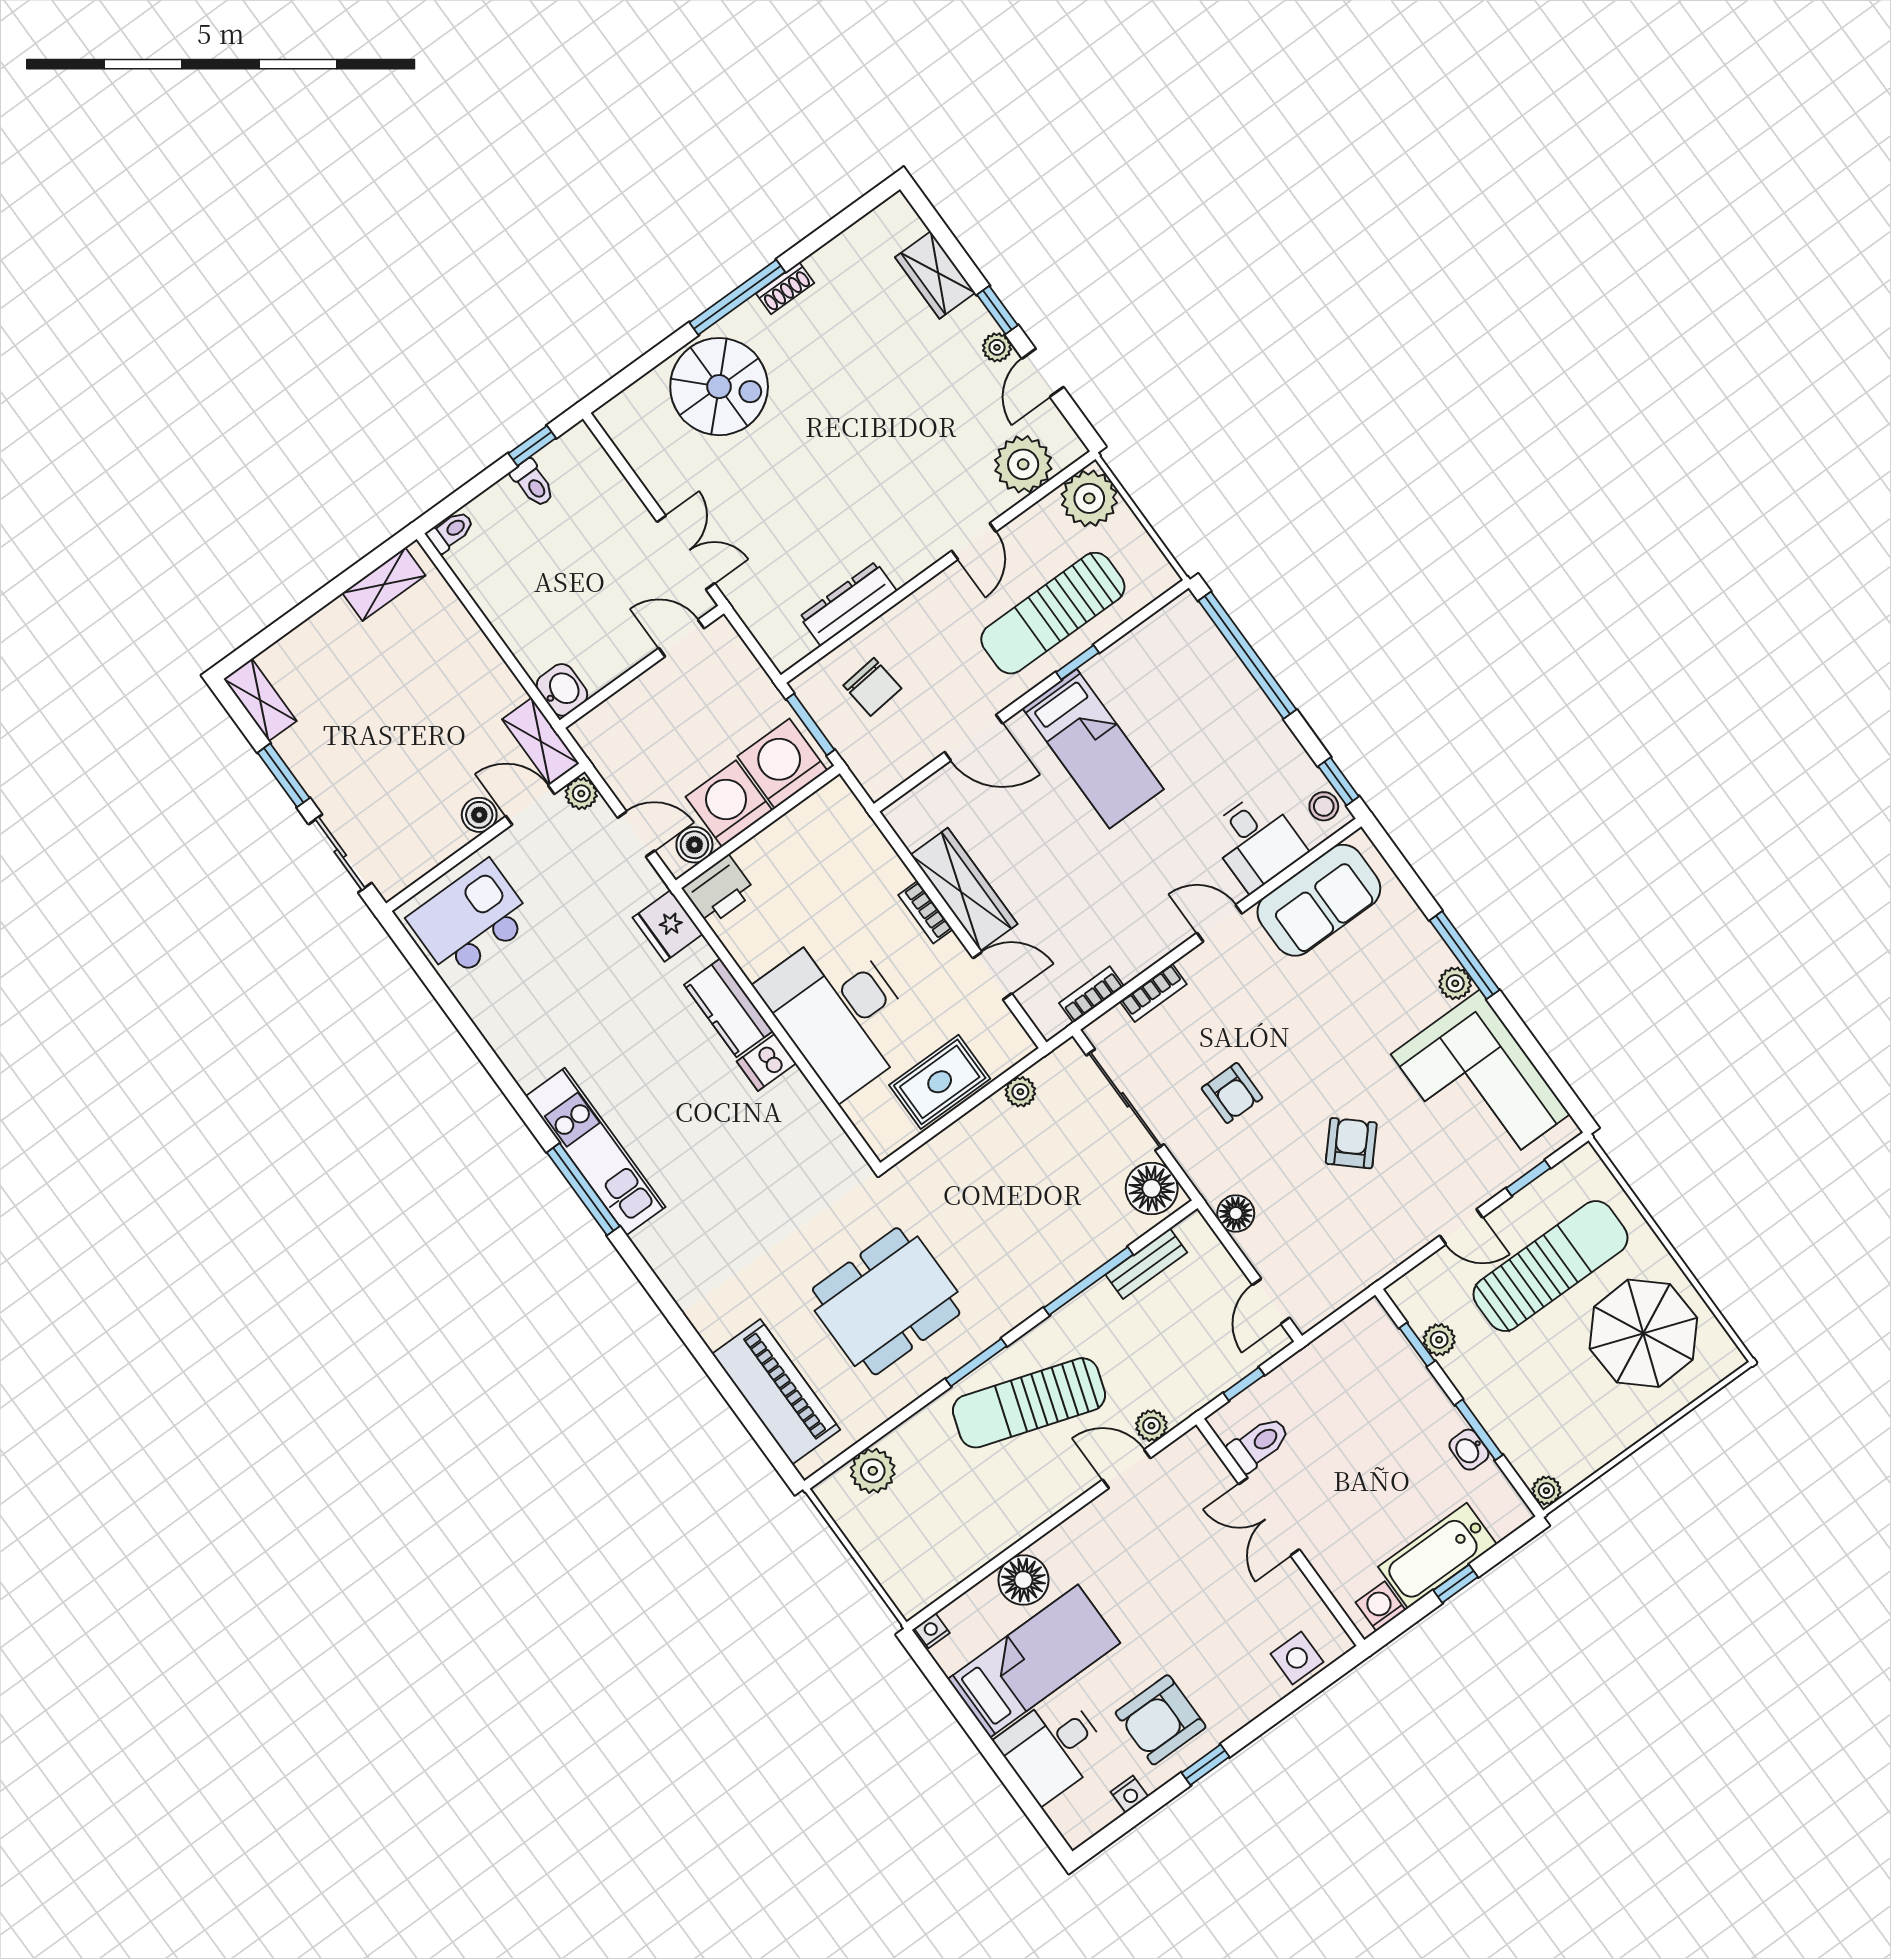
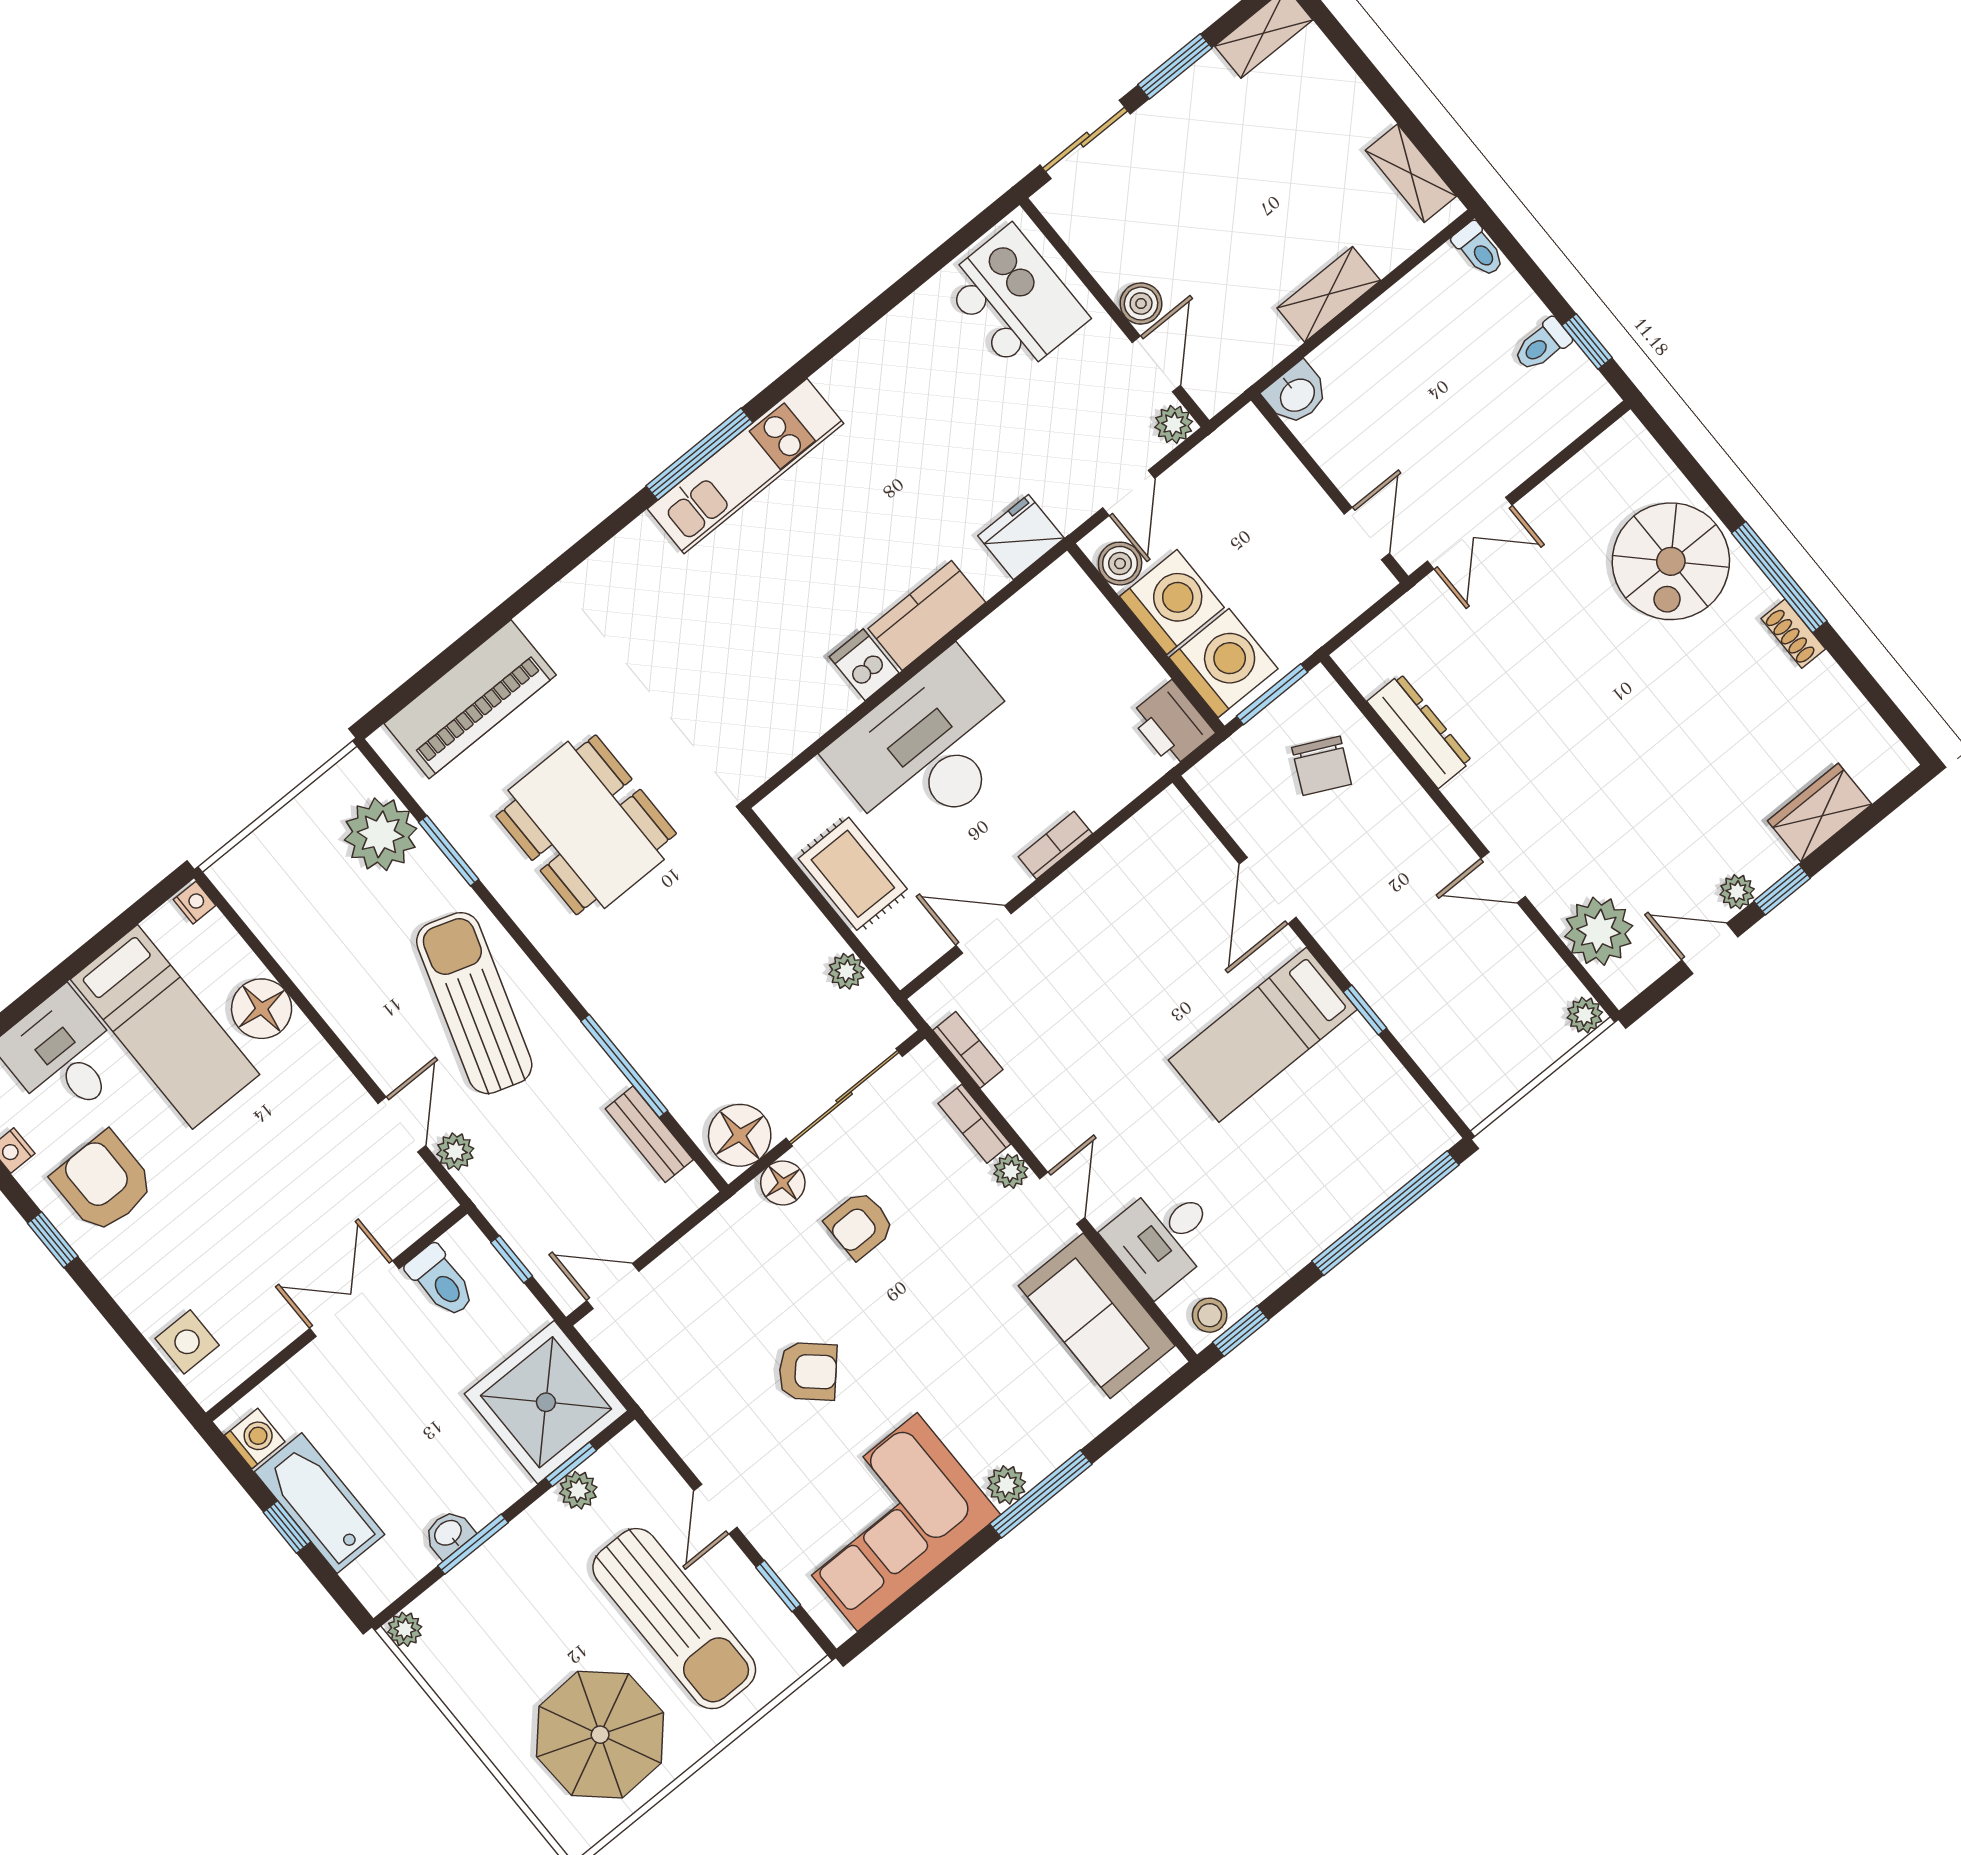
plant: (1089, 498) -> (1585, 1015), width x0.53, depth x0.53
sun lounger: (1053, 613) -> (1423, 977), removed
chair: (872, 687) -> (1322, 766), turned -58
shelving: (541, 741) -> (1329, 294), moved
wardrobe: (964, 889) -> (1085, 890), removed
printer: (719, 890) -> (1172, 724), moved
plant: (1195, 965) -> (1011, 1171), added
door: (992, 976) -> (984, 930), swing flipped
floor lamp: (1236, 1213) -> (783, 1183), moved
window: (976, 1362) -> (449, 851), moved
shower: (1364, 1362) -> (546, 1402), added
plant: (873, 1471) -> (381, 834), width x1.36, depth x1.36

